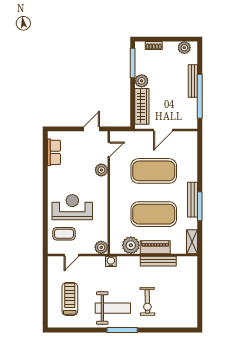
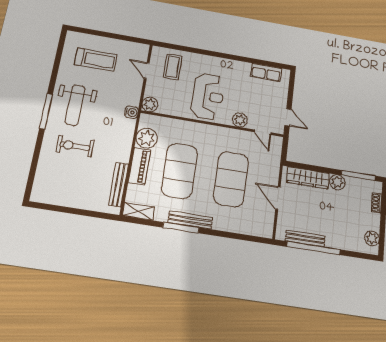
bench: (193, 81) -> (305, 238), moved
reception desk: (72, 207) -> (208, 96), moved
bench: (158, 261) -> (119, 185), moved

